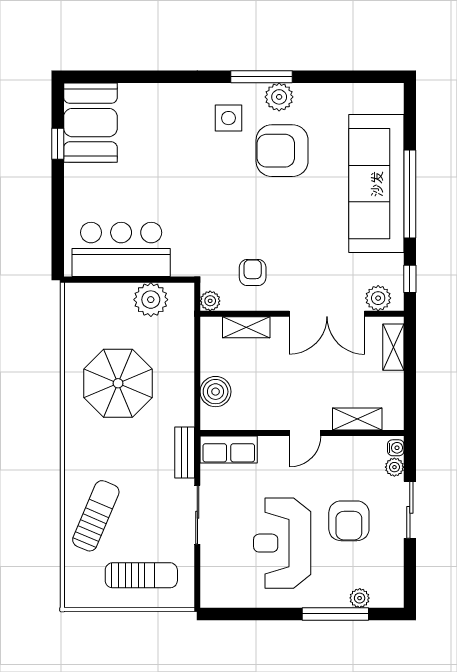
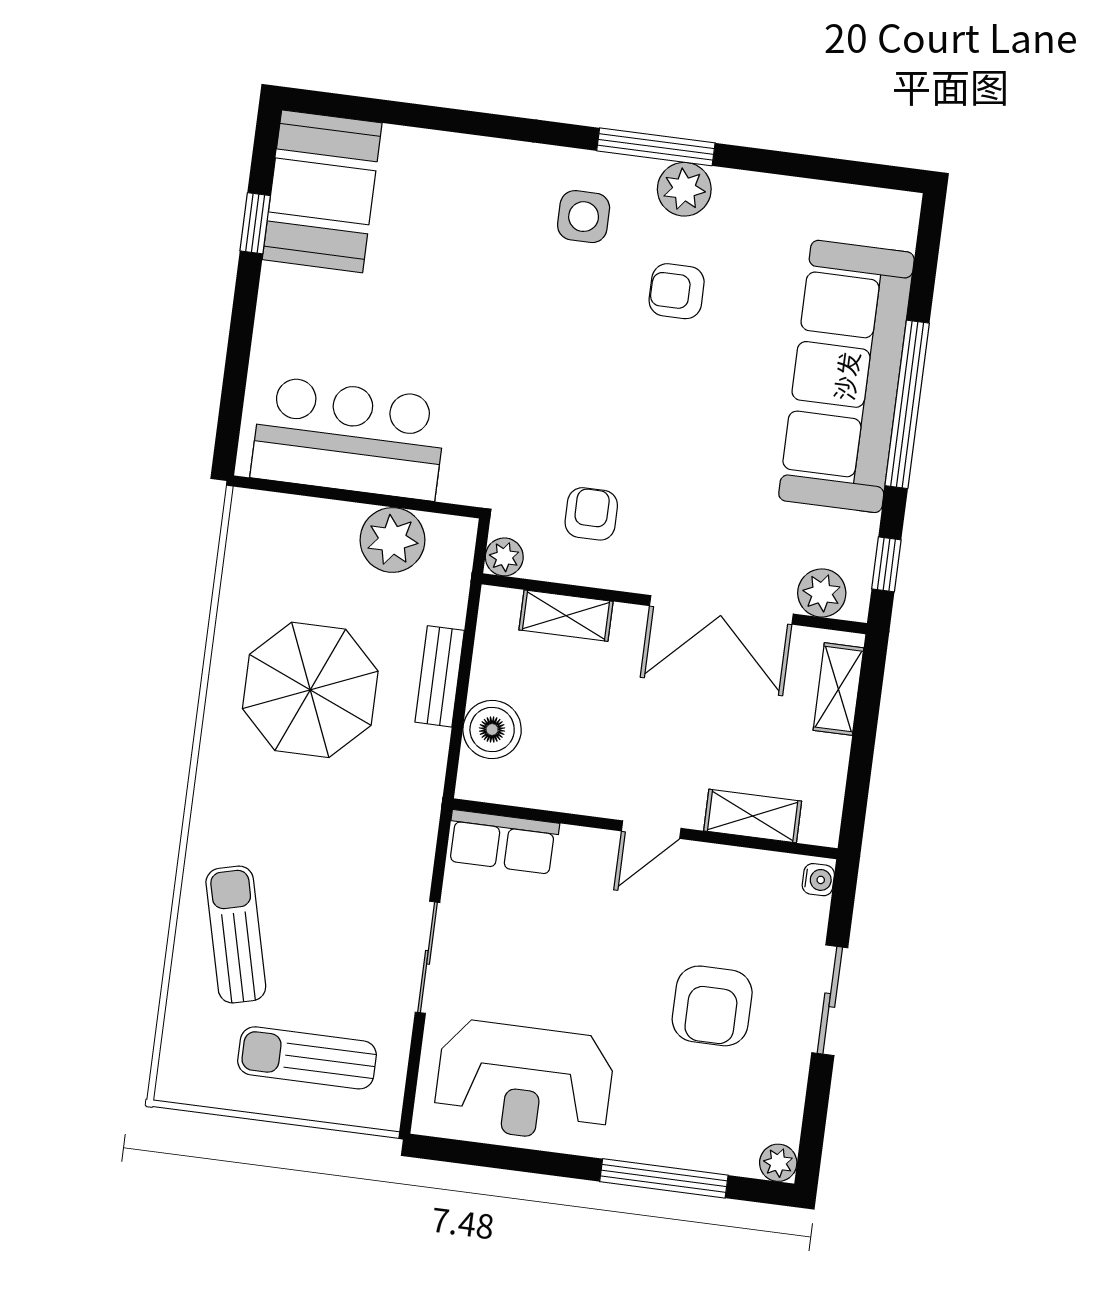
armchair: (282, 151) -> (677, 291), width x0.53, depth x0.53
bench: (185, 453) -> (440, 676), moved
plant: (394, 467) -> (811, 916), removed
sun lounger: (96, 516) -> (236, 935), turned -37
reception desk: (282, 543) -> (524, 1081), moved, turned -90
sun lounger: (141, 575) -> (307, 1058), turned 180
plant: (360, 598) -> (778, 1163), moved

